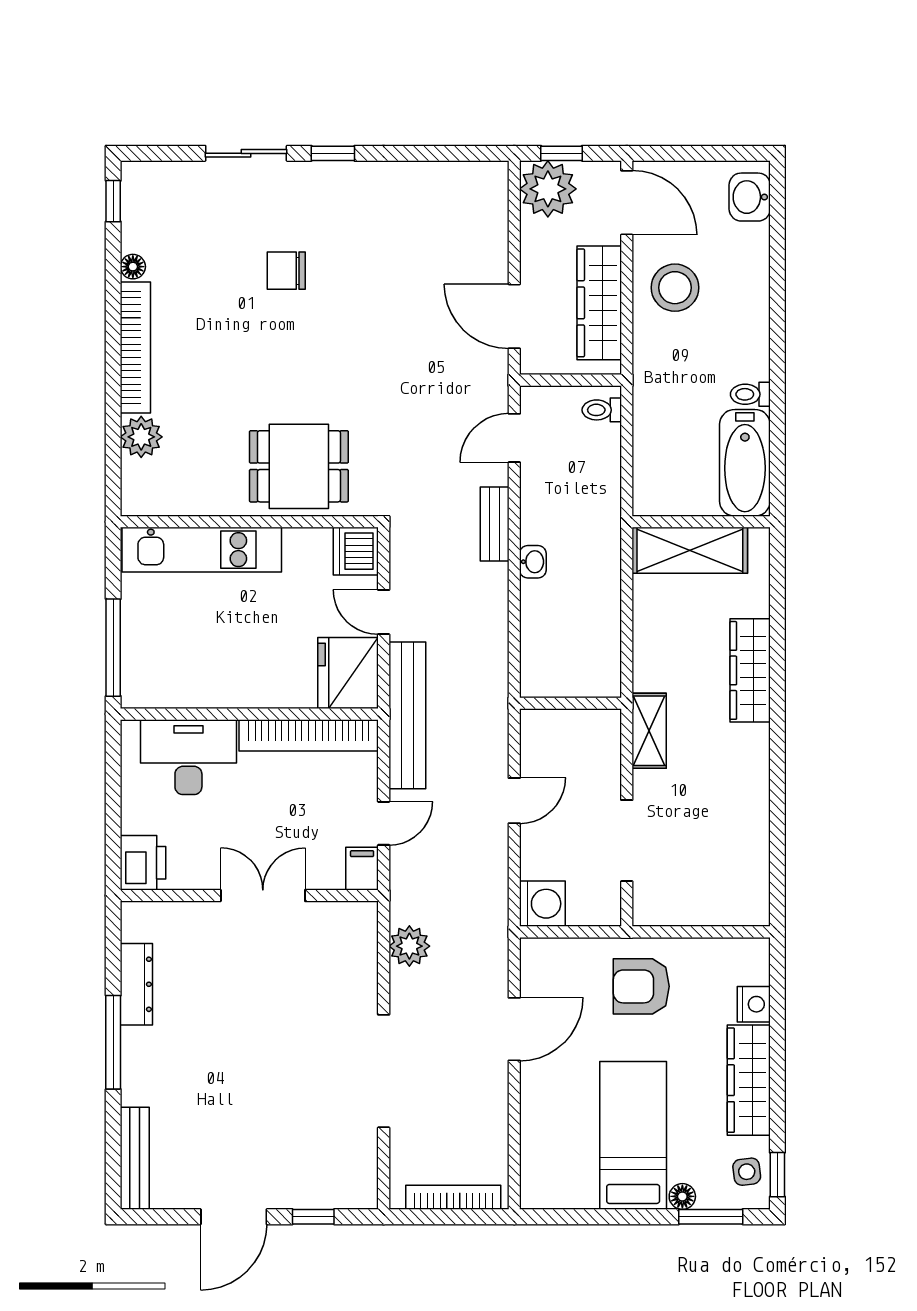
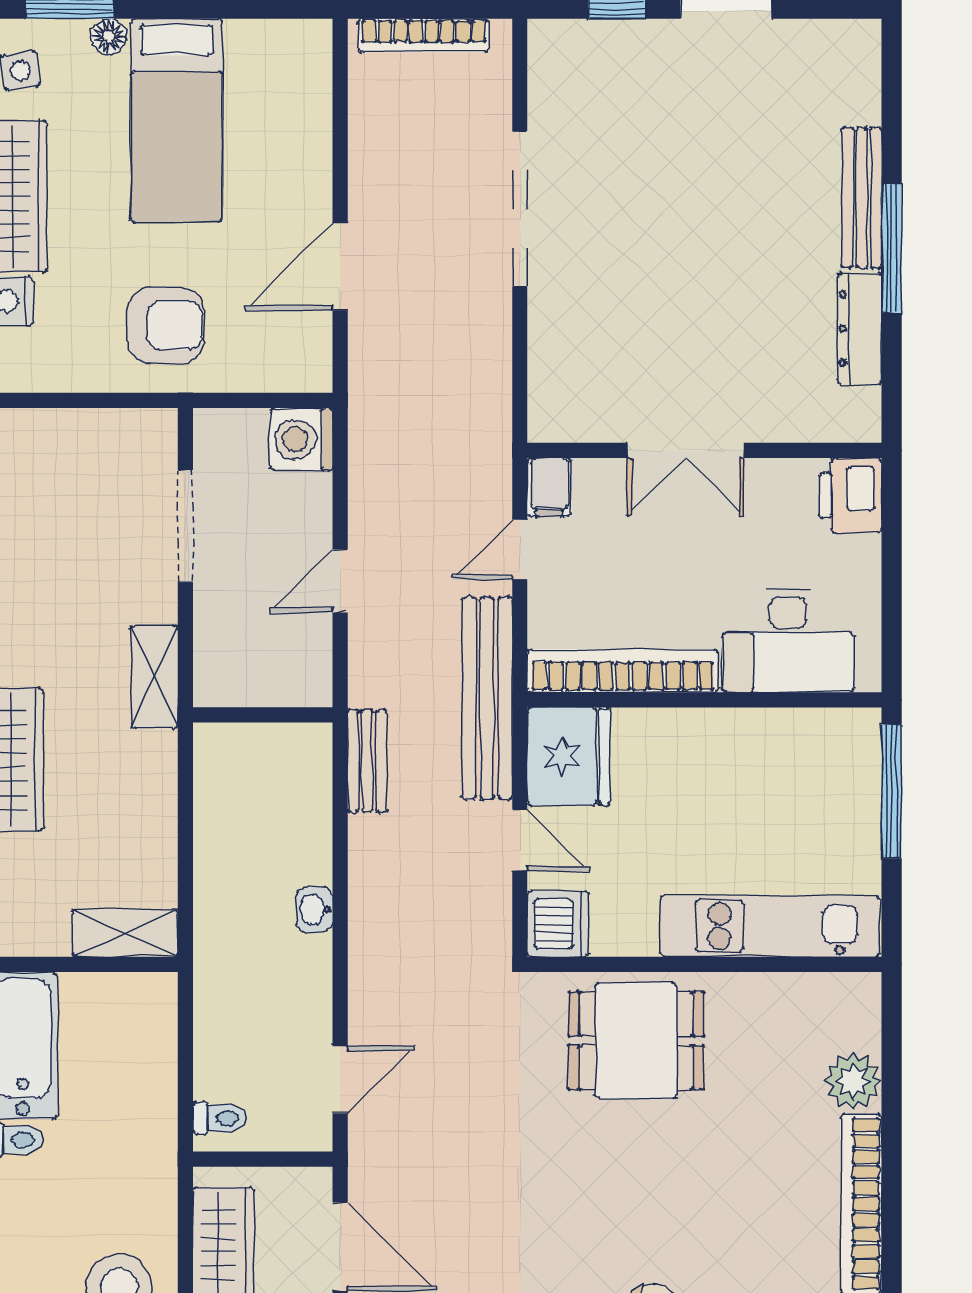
bench: (495, 524) -> (367, 761), moved
shelving: (690, 550) -> (125, 933), width x0.67, depth x0.75
plant: (409, 946) -> (484, 381), removed
bench: (135, 1158) -> (862, 198), moved

